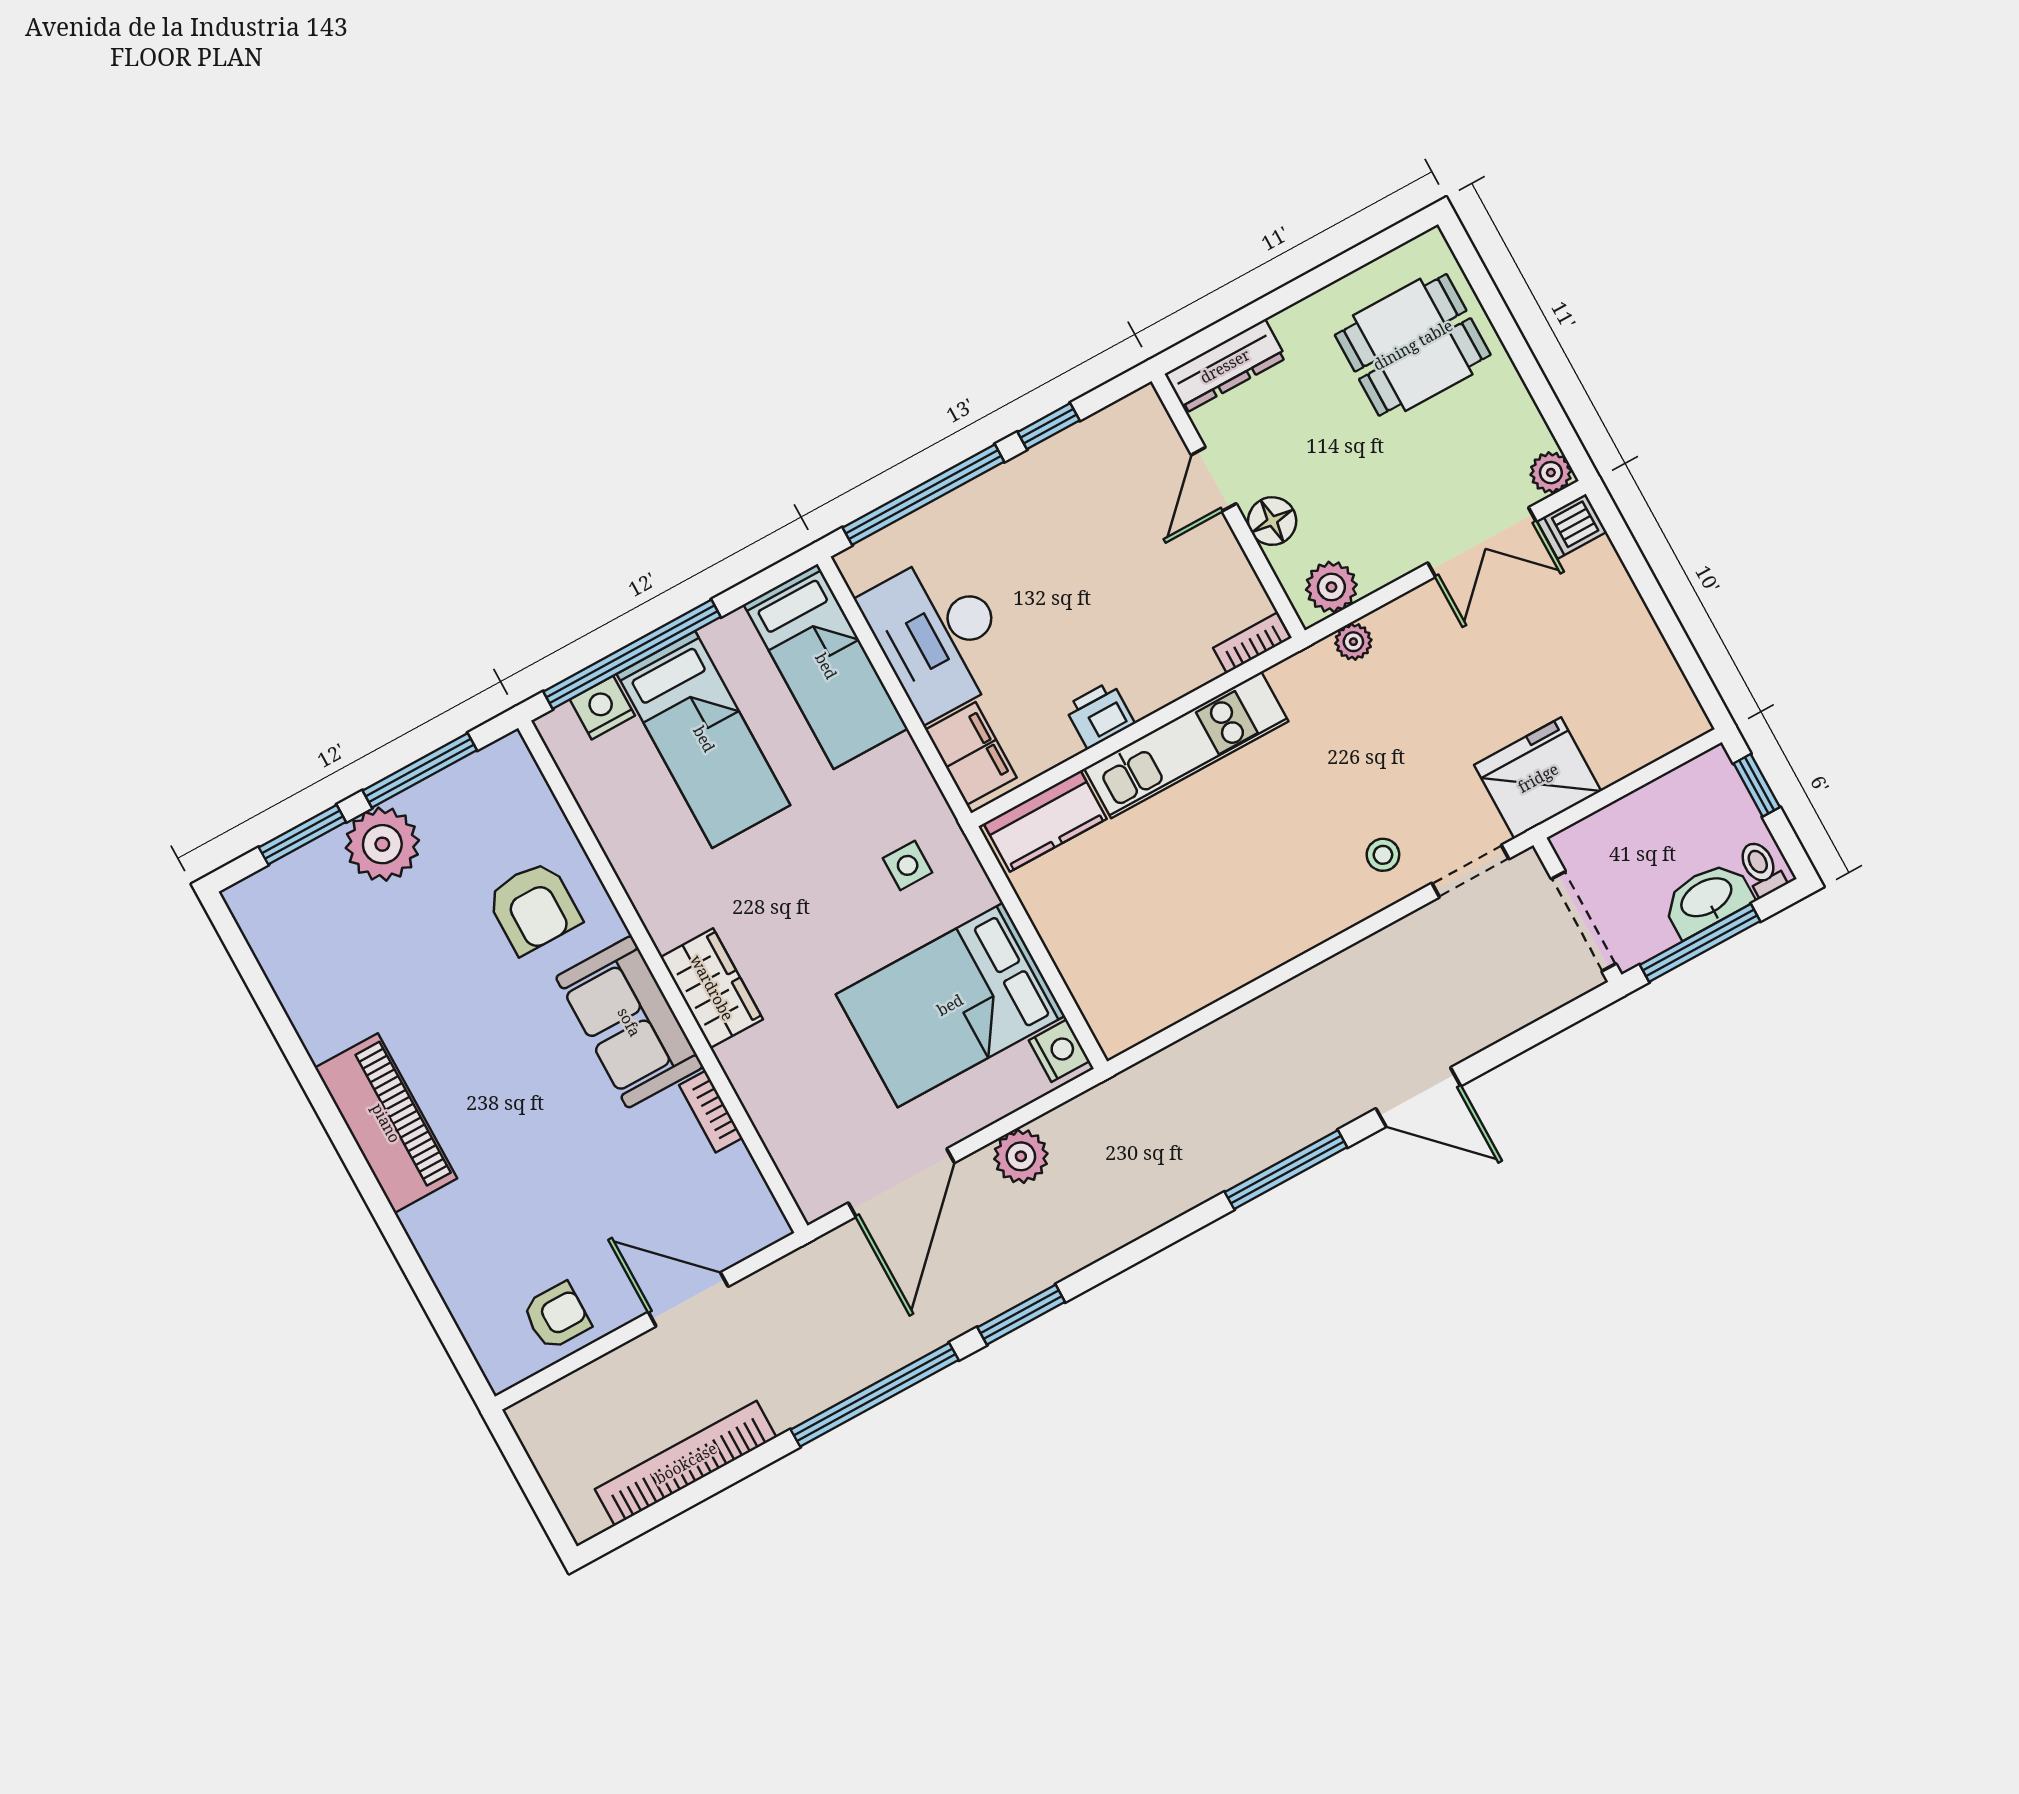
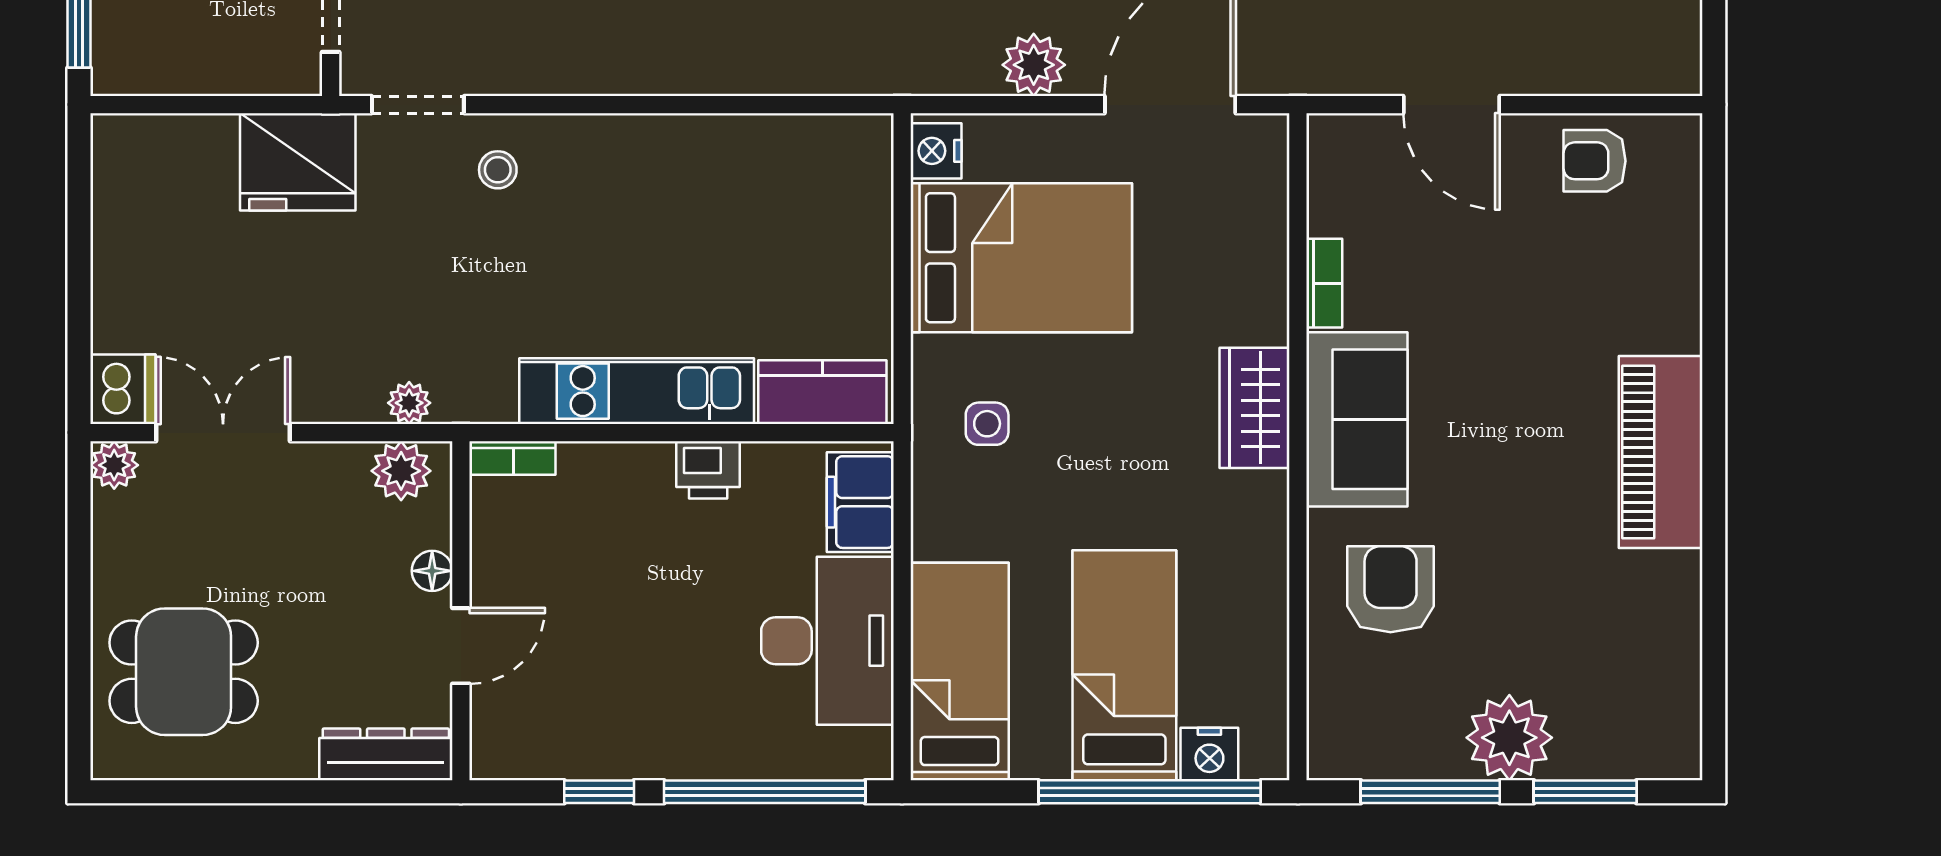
floor lamp: (1272, 521) -> (432, 571), width x0.73, depth x0.73
dishwasher: (1572, 526) -> (123, 389), width x1.38

